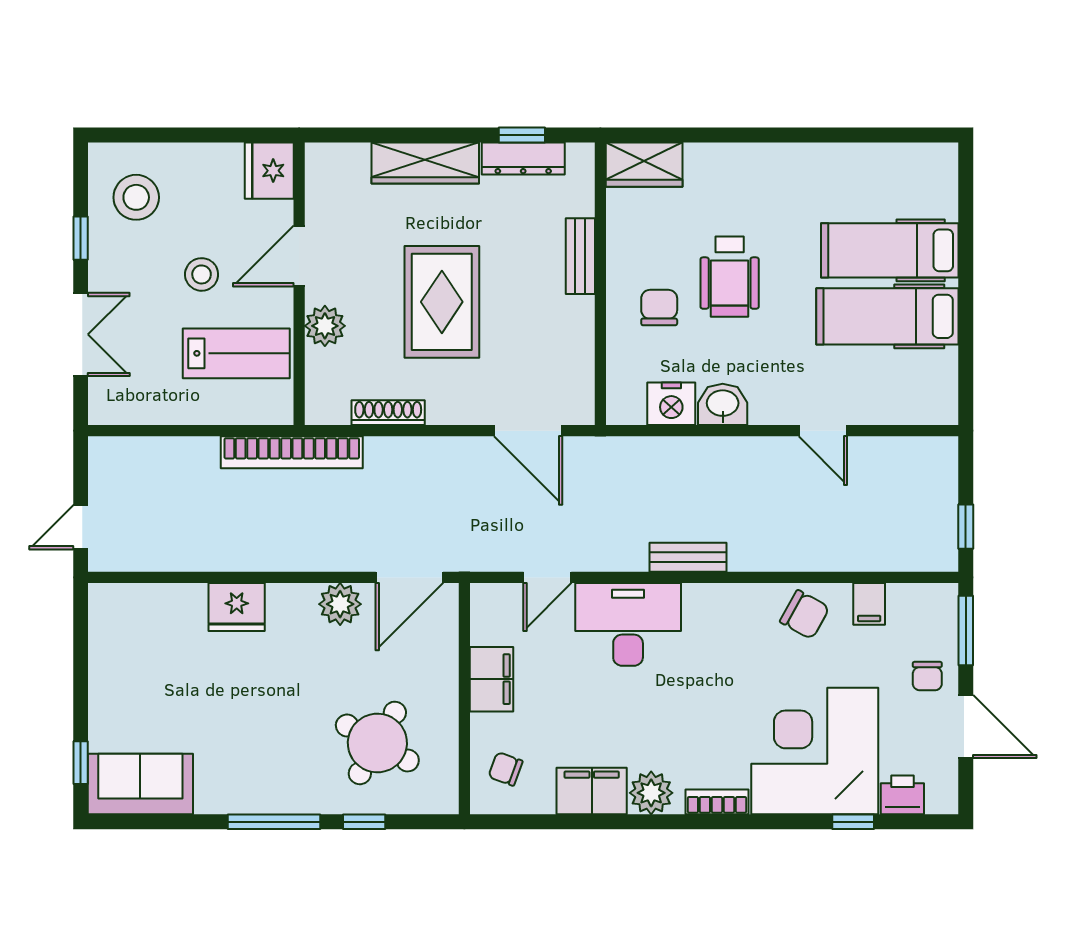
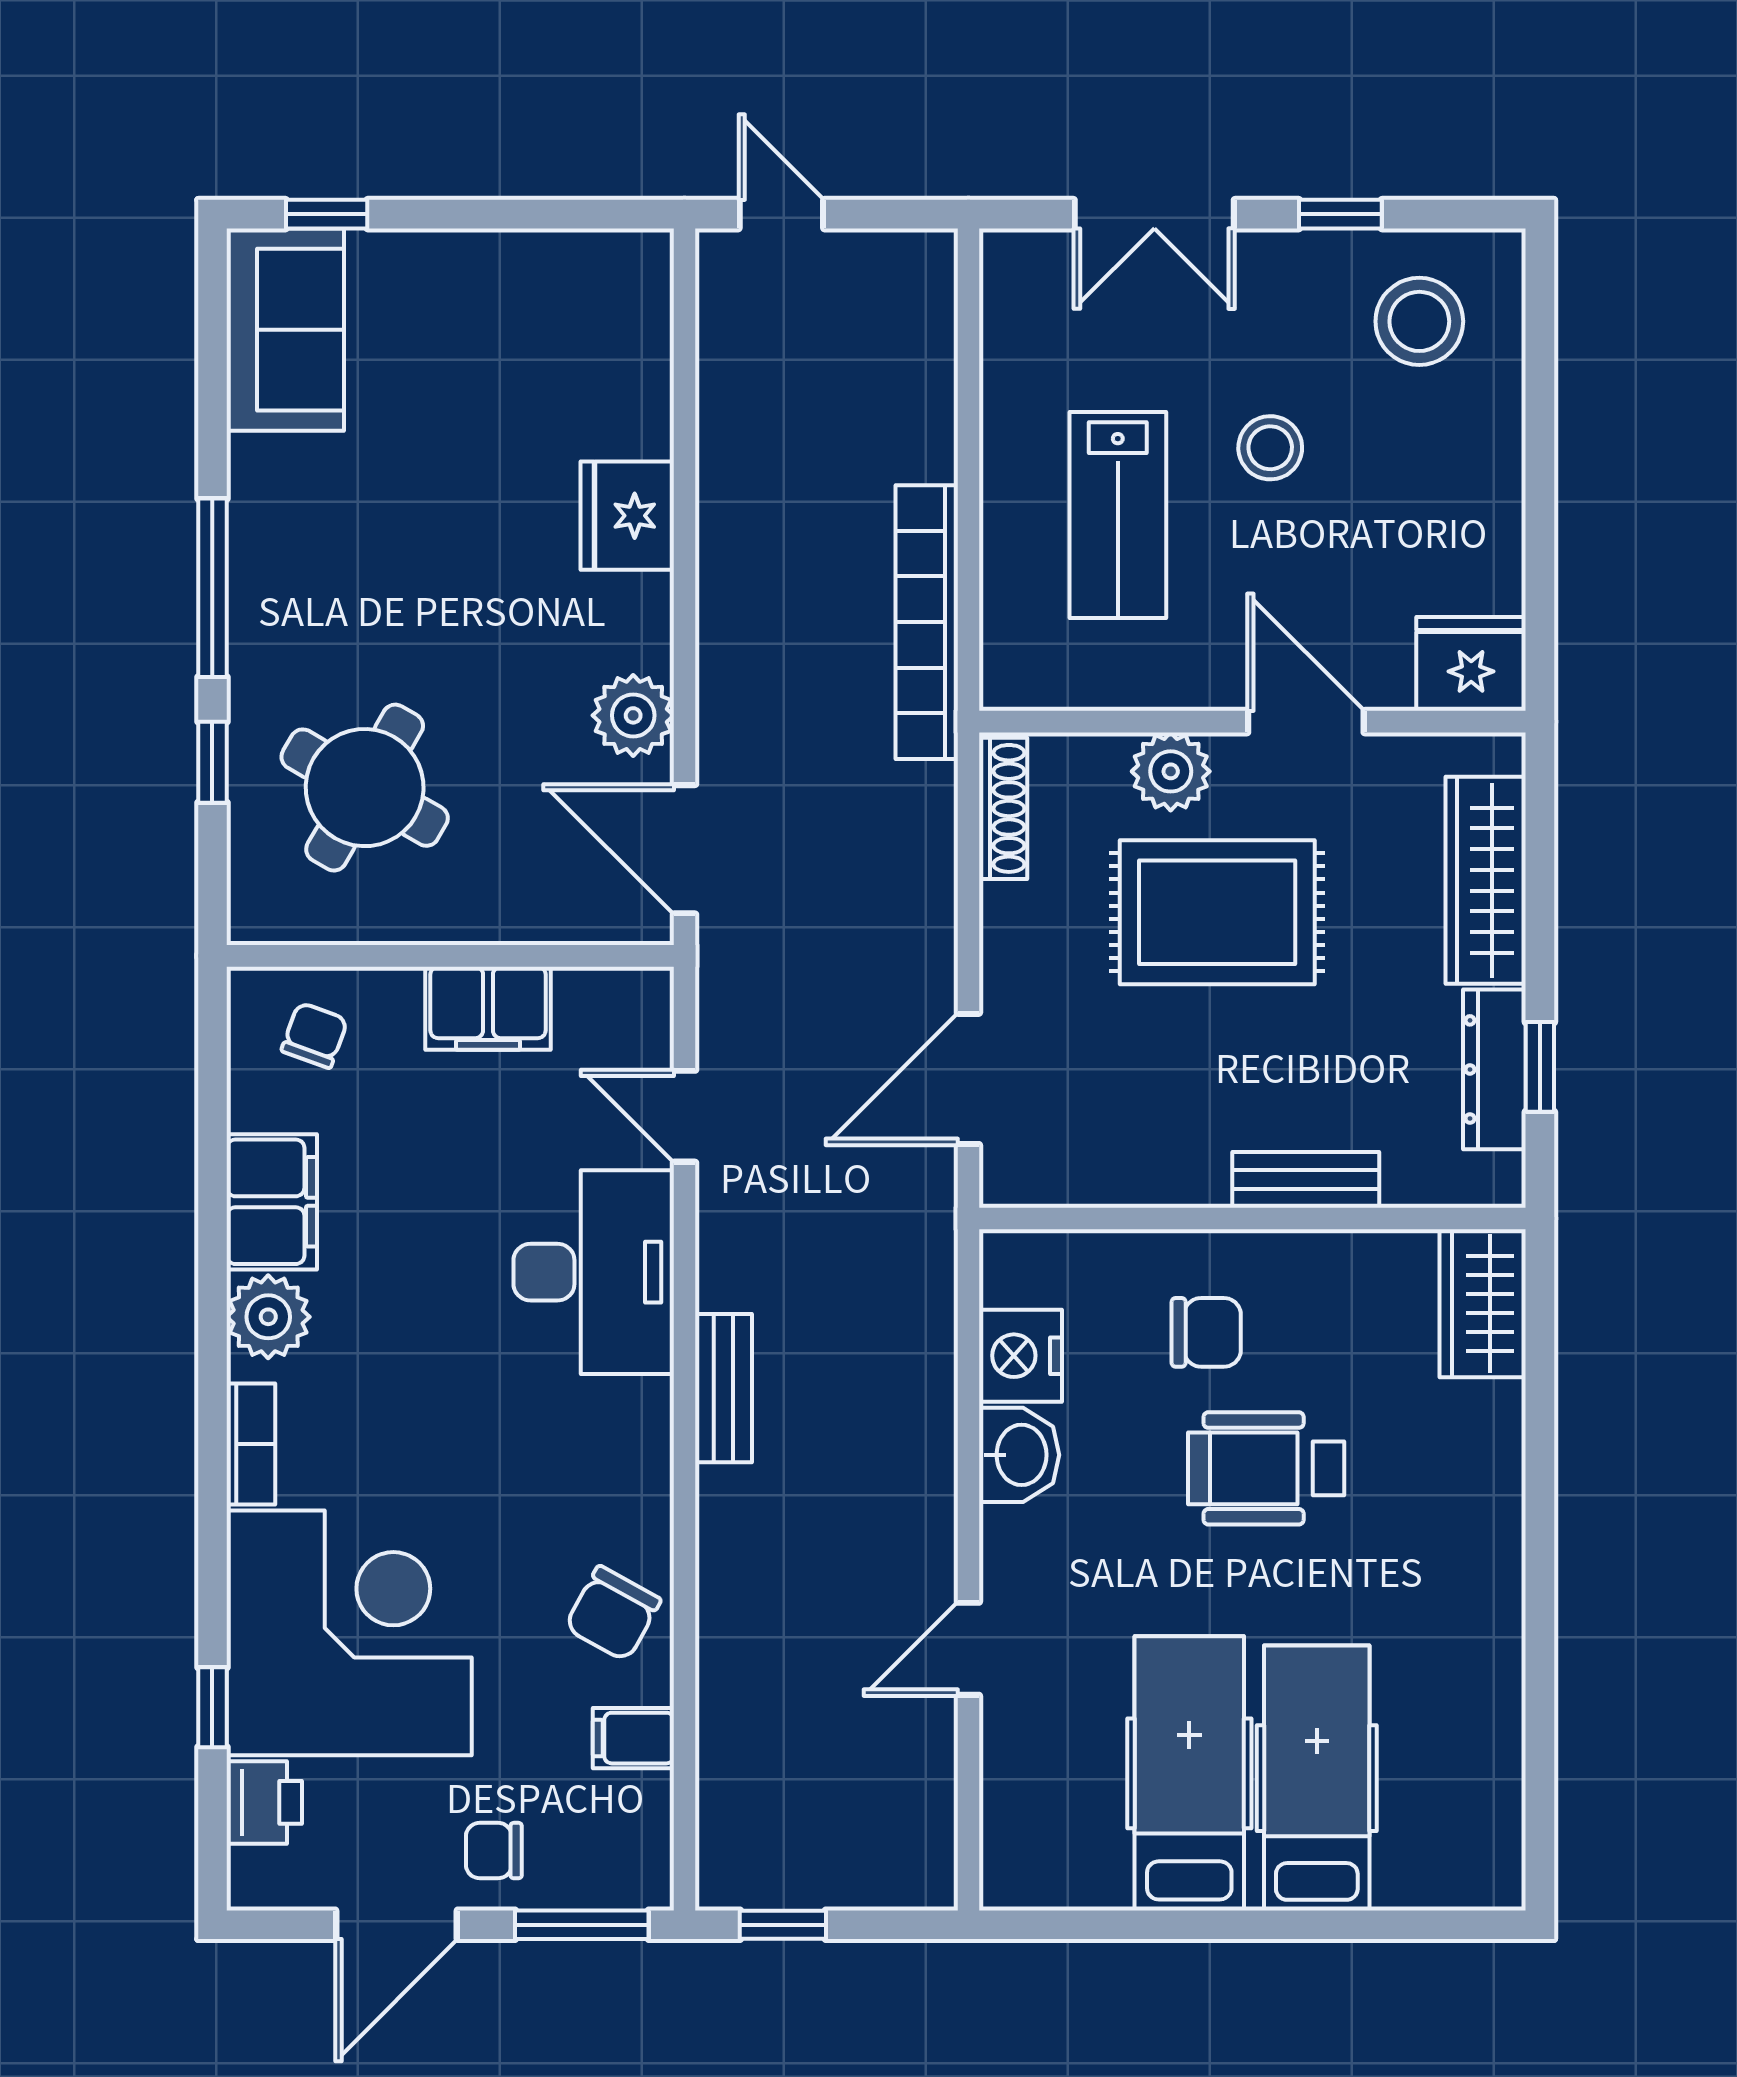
fridge: (269, 171) -> (1471, 664), moved
door: (299, 256) -> (1306, 722), moved
wall: (299, 284) -> (1252, 722), moved
plant: (325, 326) -> (1171, 771), moved

